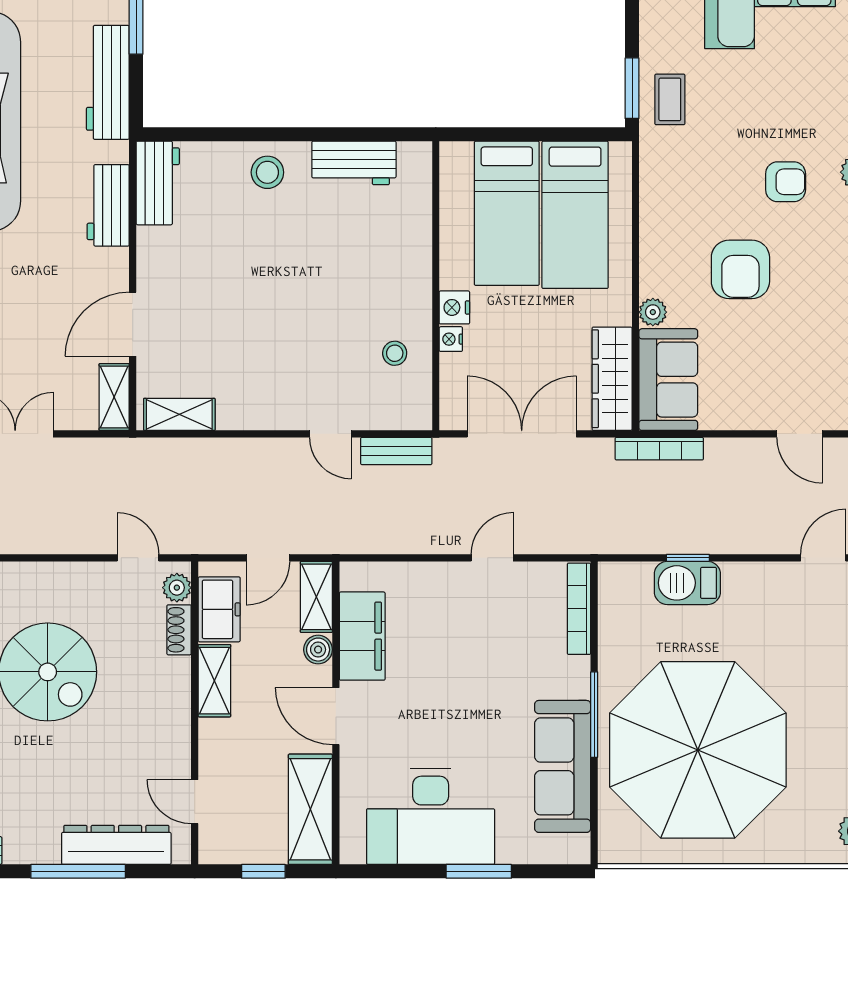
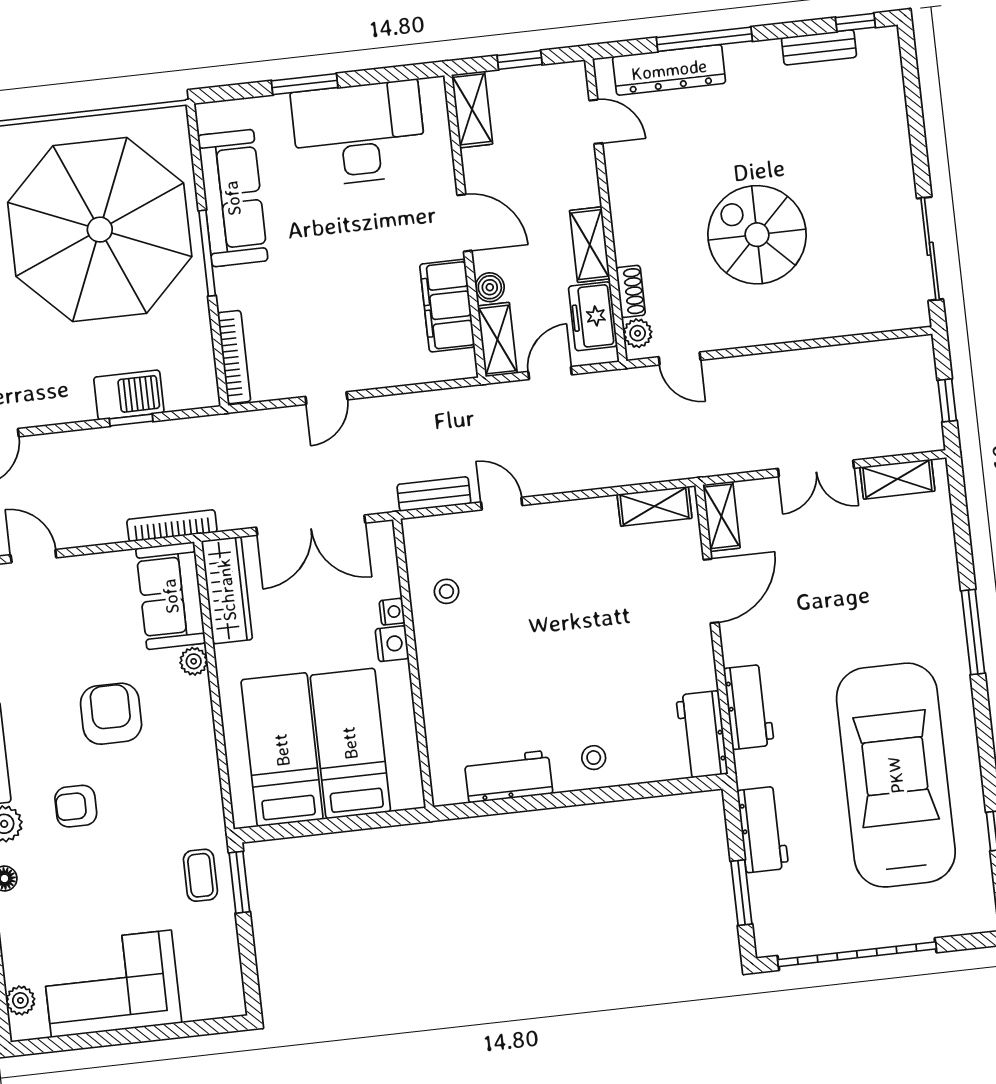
workbench: (108, 82) -> (763, 829), width x0.73
stool: (267, 172) -> (594, 758), width x0.73, depth x0.73
shelving: (310, 809) -> (472, 109), width x0.67, depth x0.75

